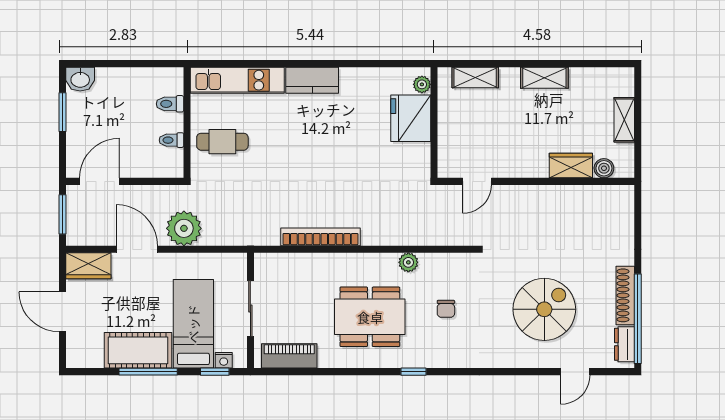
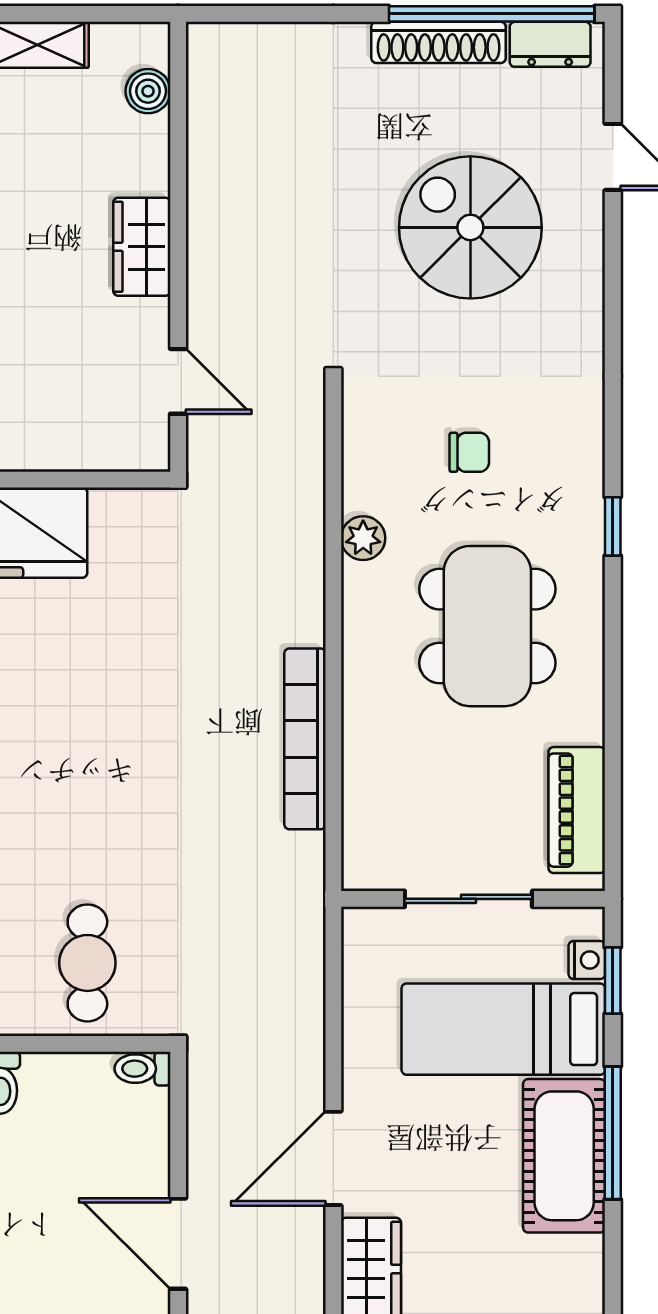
toilet: (171, 140) -> (142, 1069), moved, turned 90
wardrobe: (571, 166) -> (142, 247), moved
plant: (184, 228) -> (285, 1051), removed

